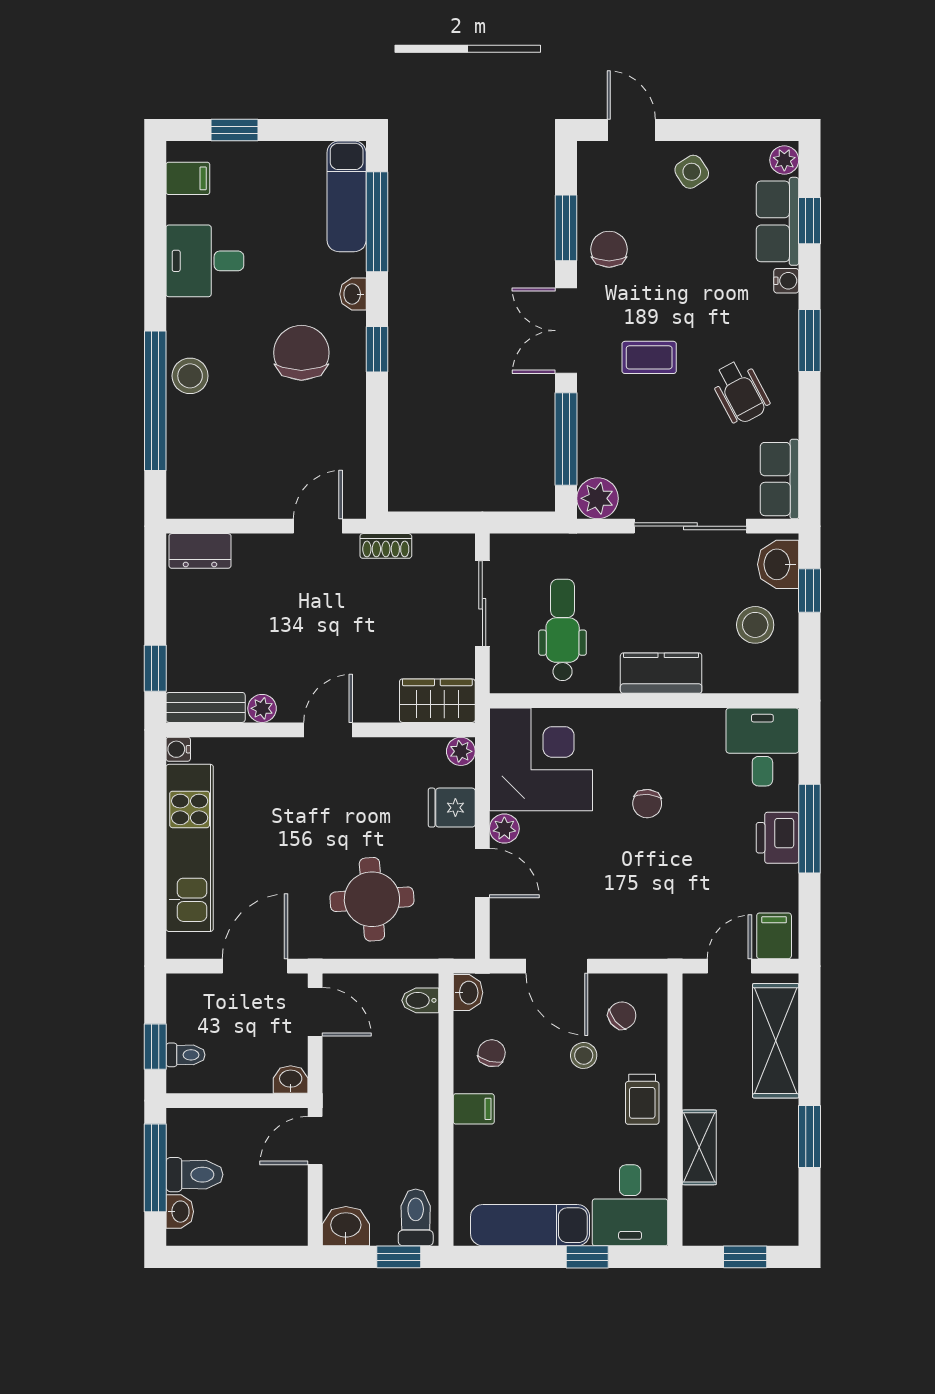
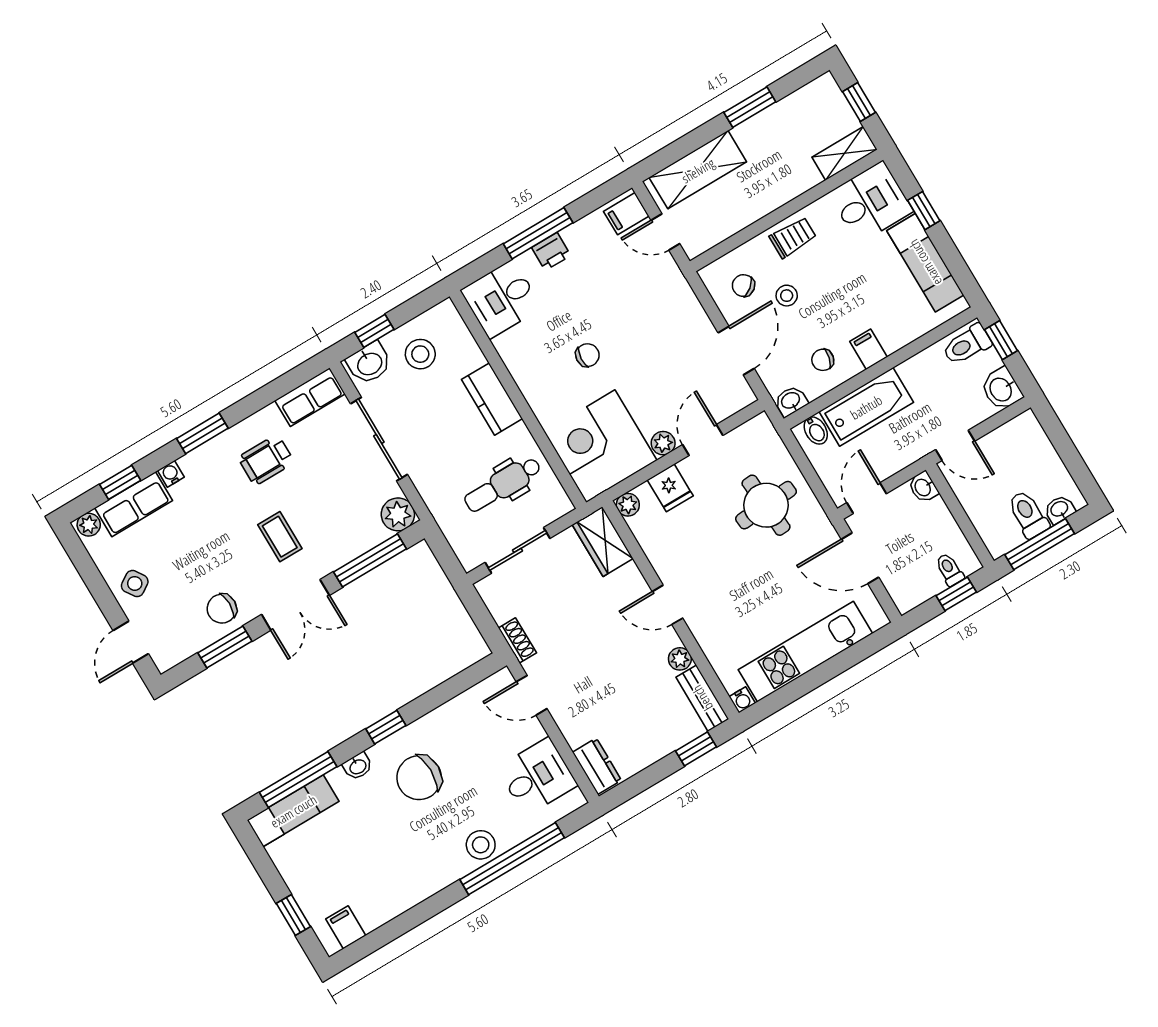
desk: (205, 261) -> (537, 777), moved, turned -90
wheelchair: (740, 392) -> (266, 460), turned -152
printer: (777, 838) -> (551, 252), width x0.73, depth x0.81
bathtub: (413, 1070) -> (866, 407), added
shelving: (699, 1147) -> (845, 153), moved

